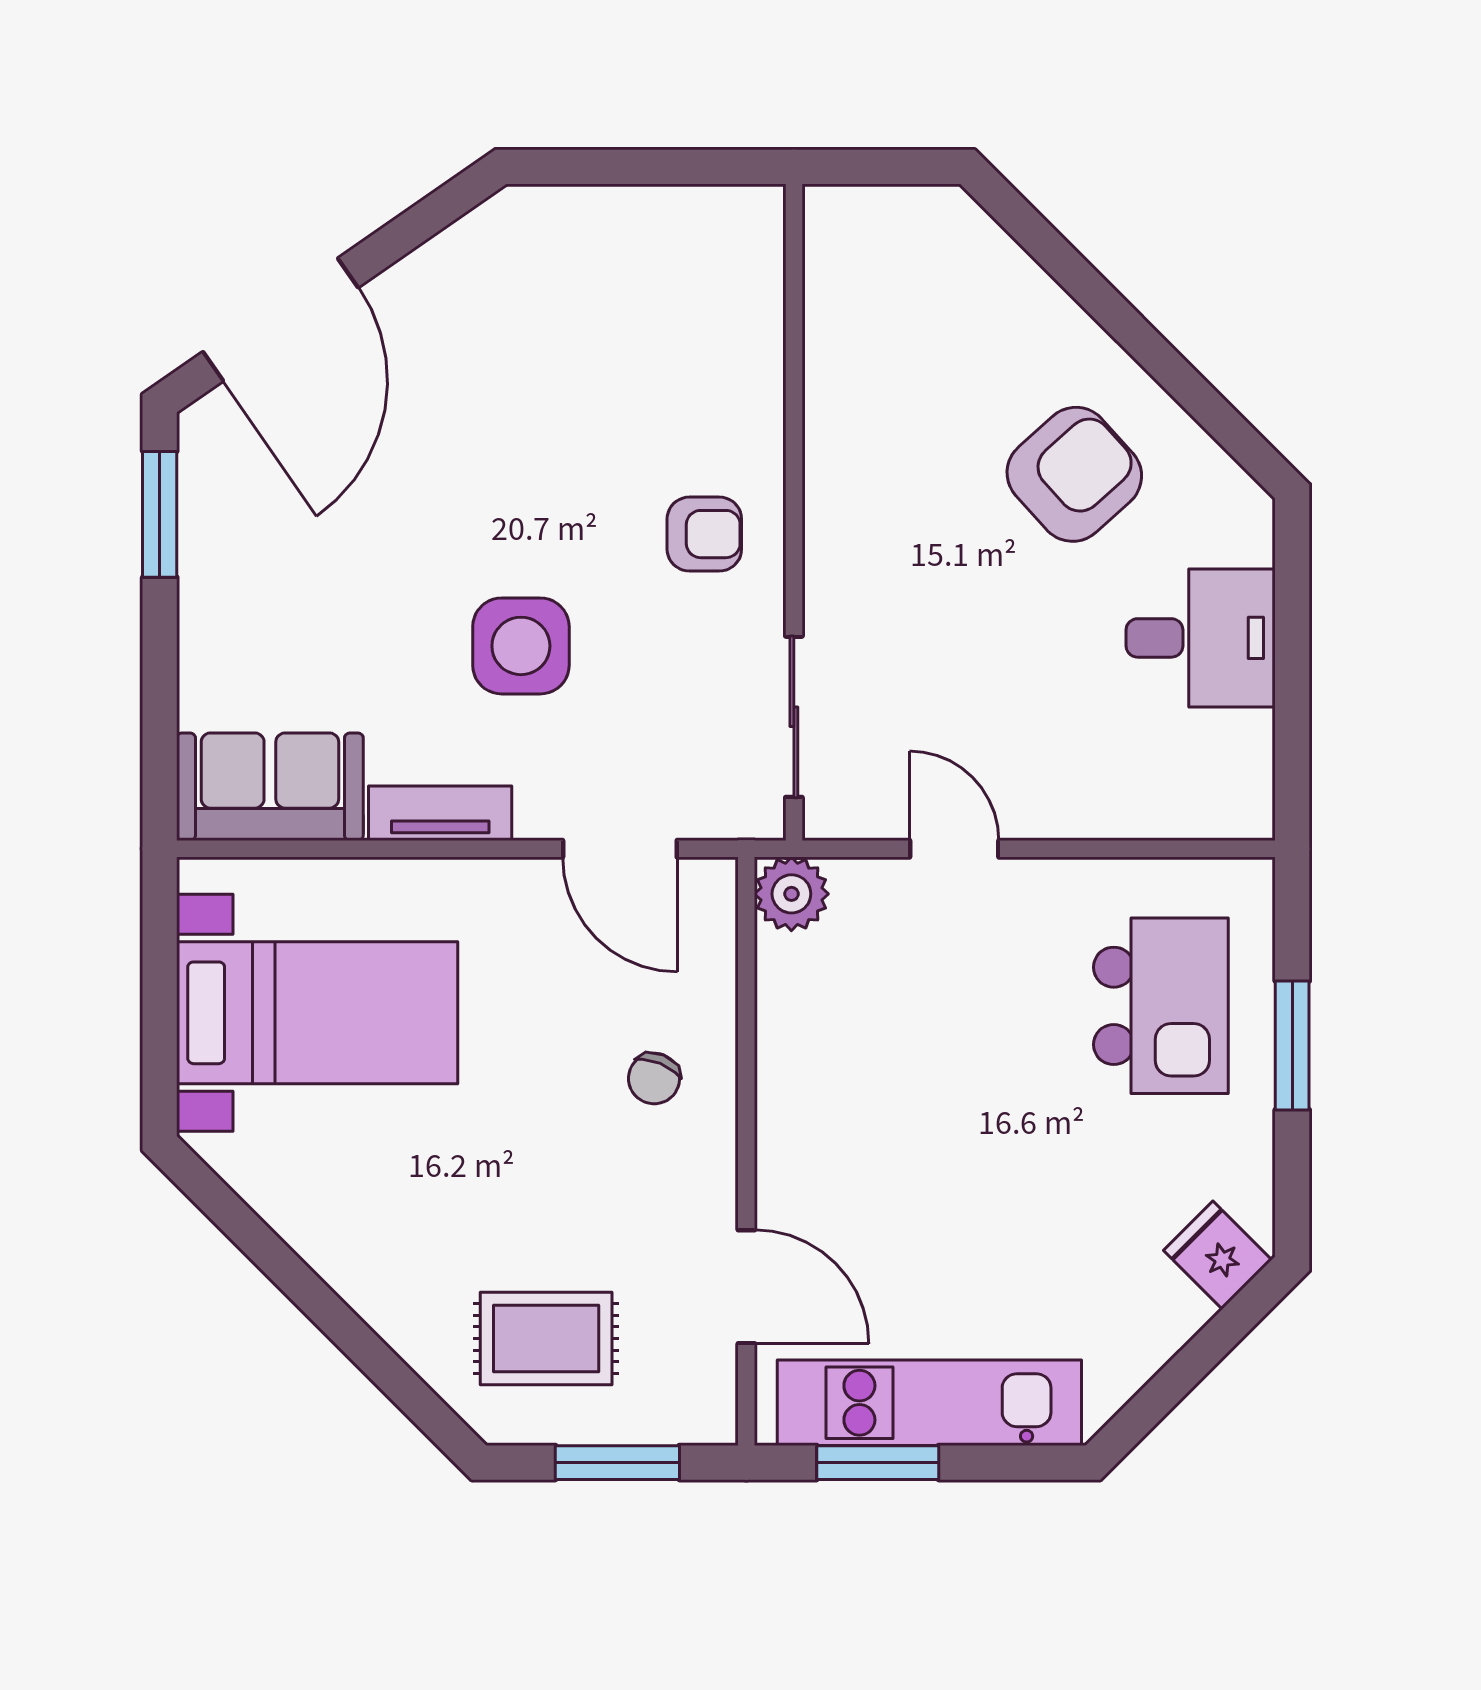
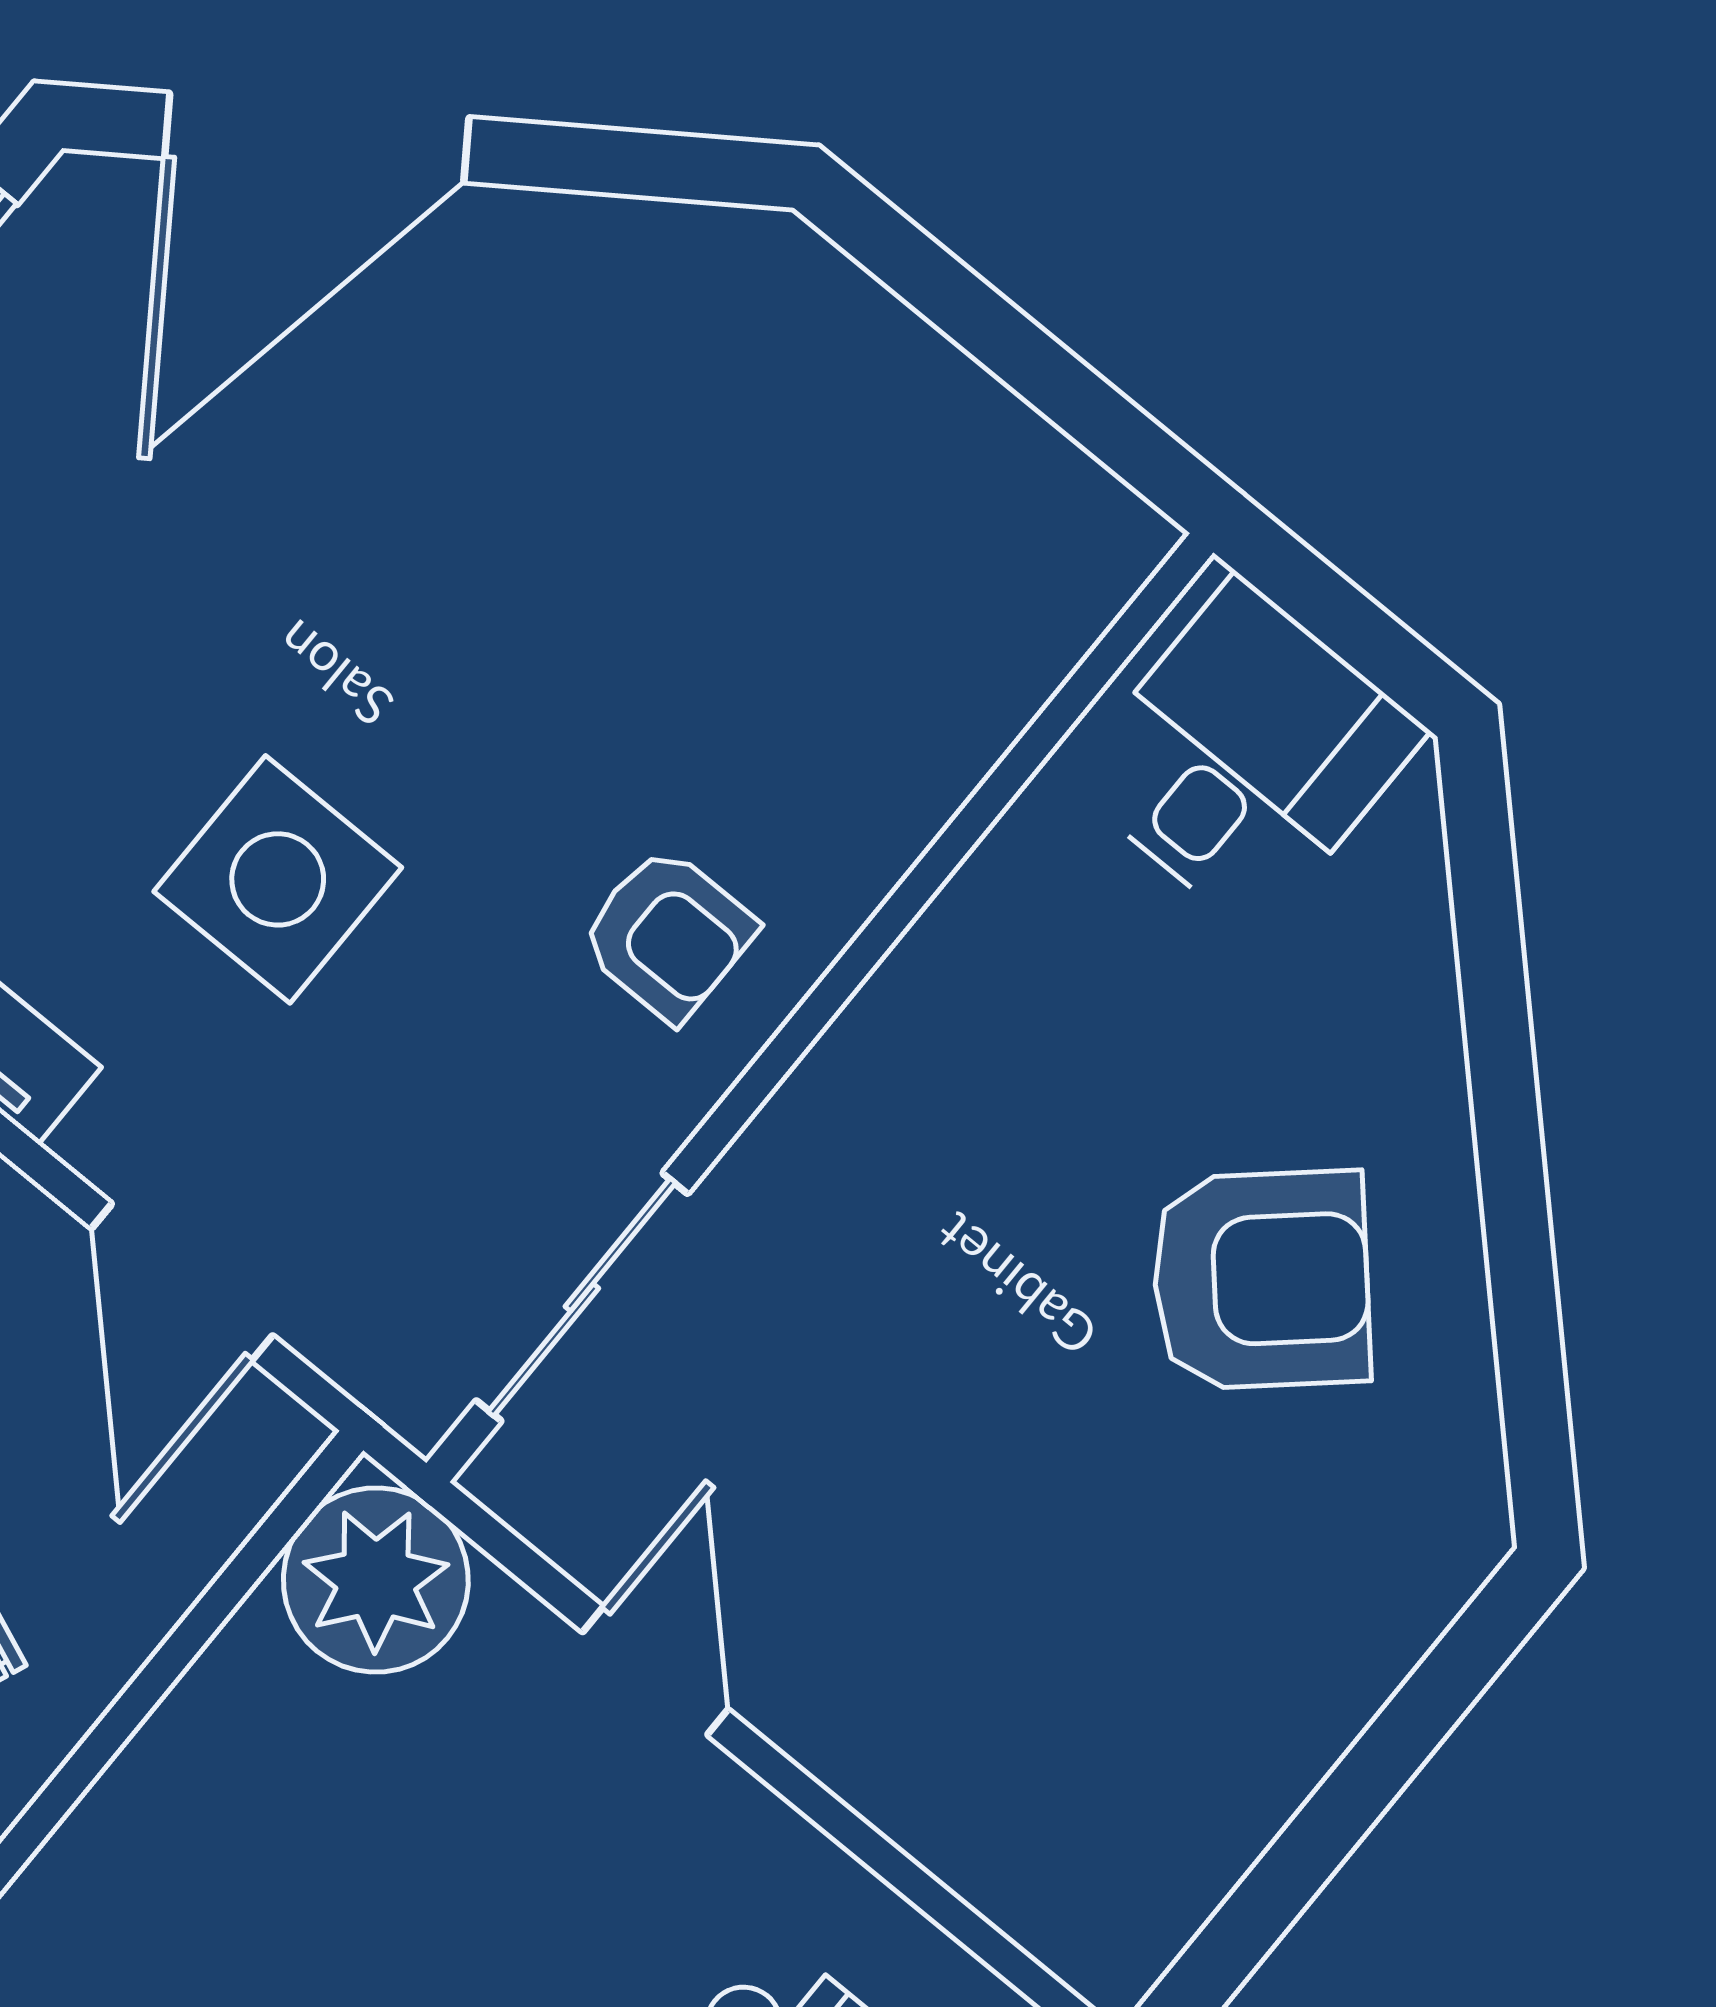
desk: (1201, 638) -> (1246, 756), moved, turned -90
plant: (791, 894) -> (376, 1580), width x1.36, depth x1.36

